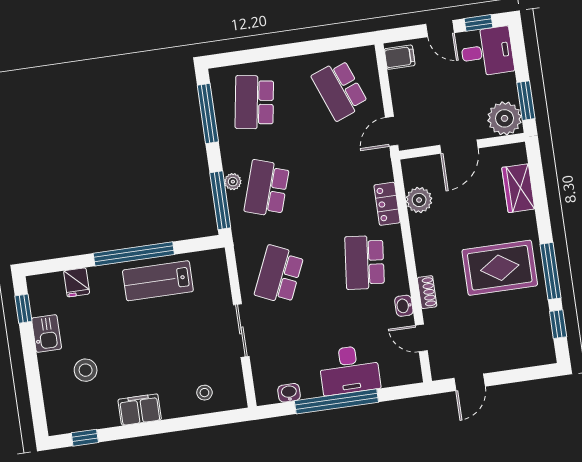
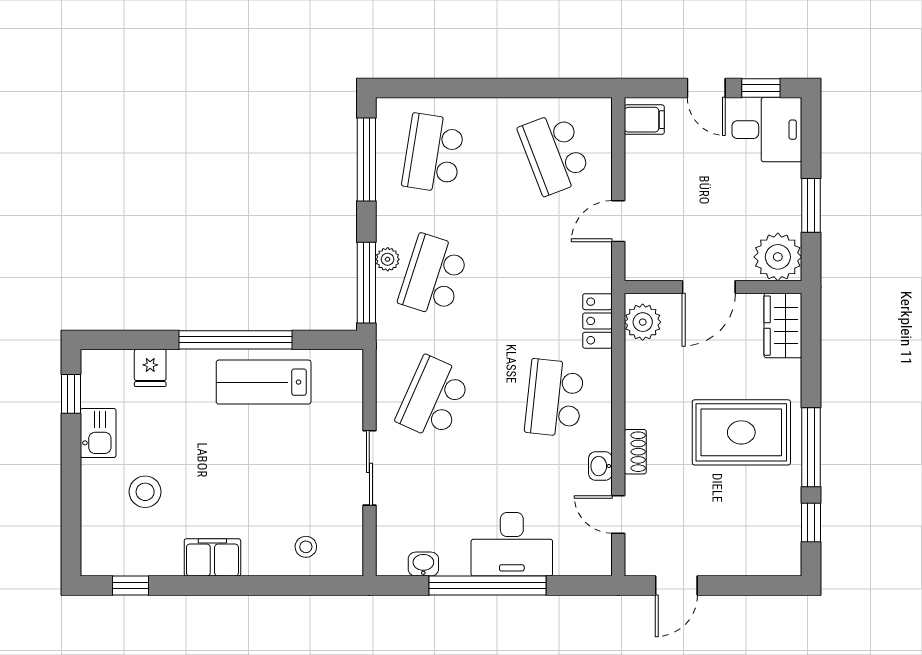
plant: (505, 118) -> (778, 257), moved
wall: (462, 146) -> (713, 287), moved
door: (459, 147) -> (709, 287), moved

